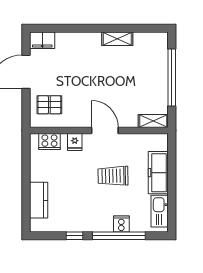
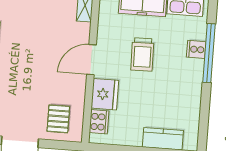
fridge: (75, 142) -> (105, 94), width x1.88, depth x1.34
window: (75, 236) -> (205, 102), removed

